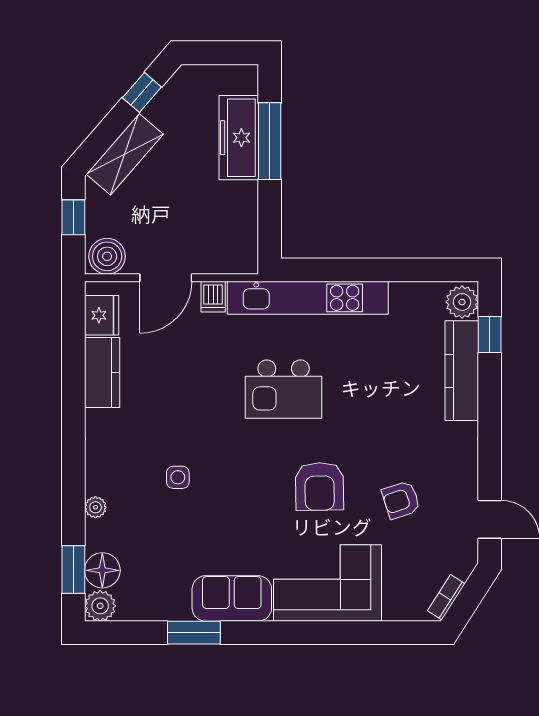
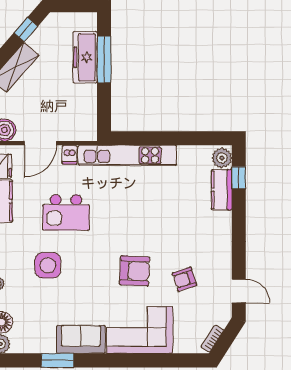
kitchen counter: (462, 371) -> (222, 190), width x0.67
kitchen island: (284, 389) -> (66, 212), moved
side table: (178, 477) -> (48, 265), width x1.87, depth x1.87
armchair: (319, 486) -> (135, 271), turned -86

